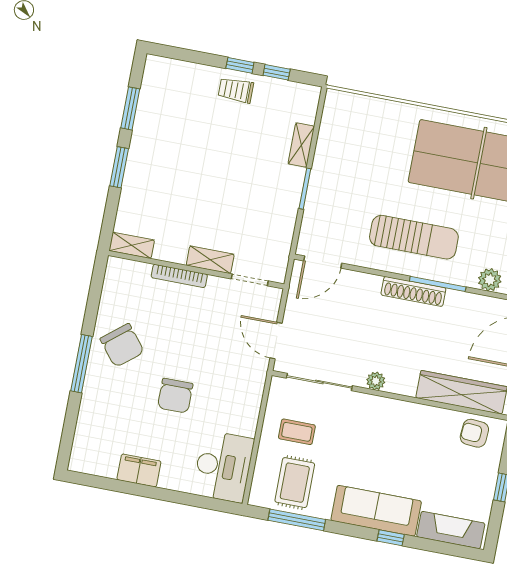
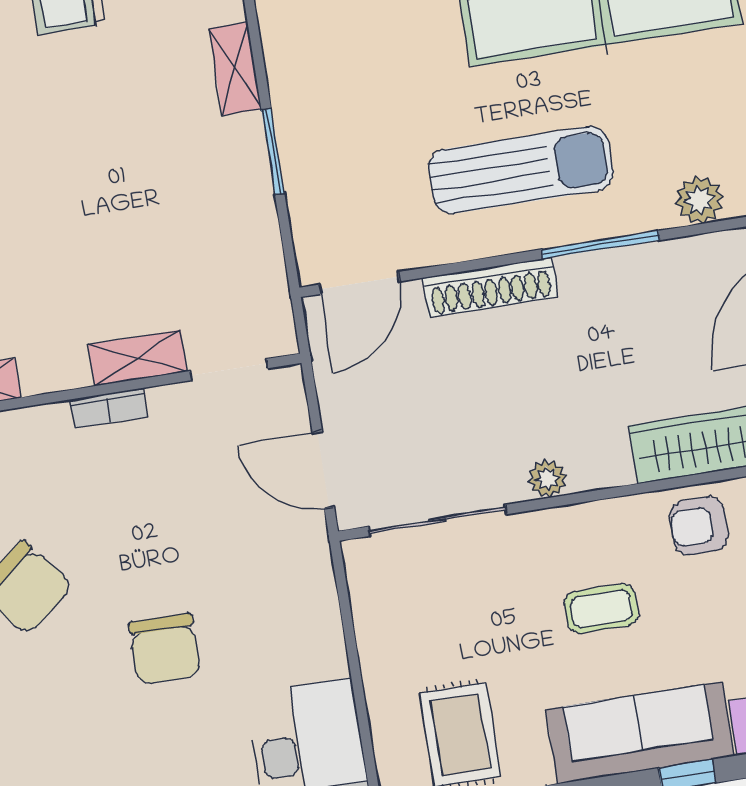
bookcase: (179, 276) -> (109, 408), width x0.64
shoe rack: (413, 291) -> (490, 287), moved
armchair: (436, 427) -> (699, 526), added
coffee table: (297, 432) -> (601, 609), moved

